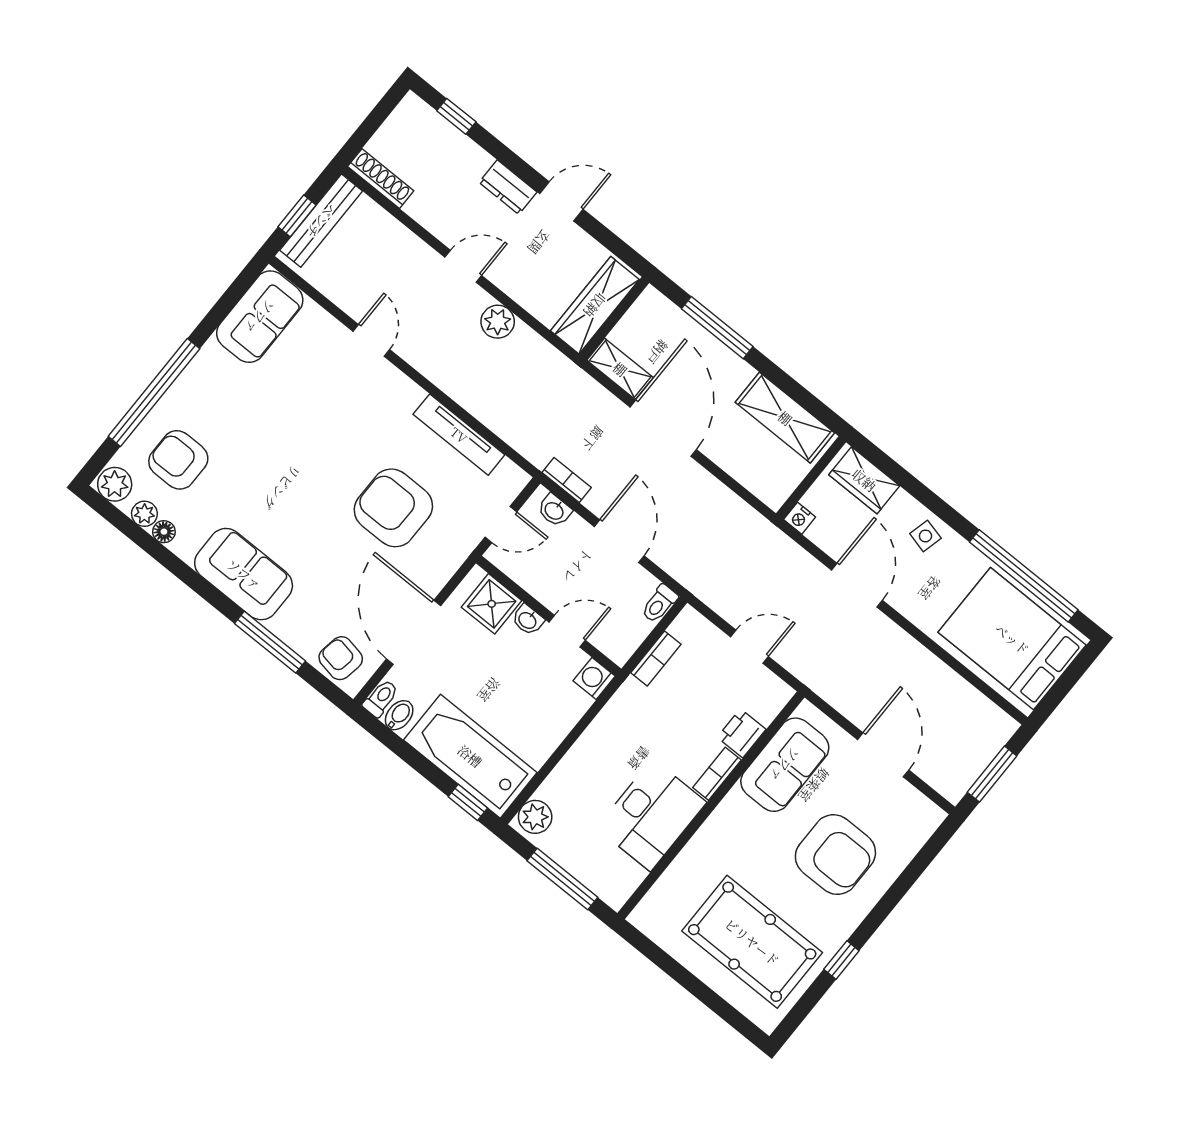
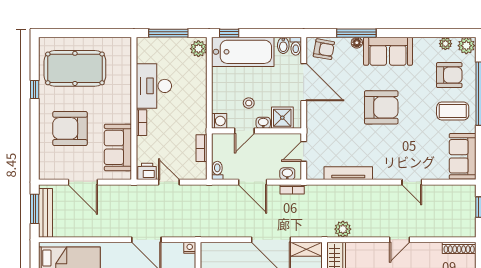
bench: (321, 221) -> (45, 213), moved
plant: (498, 322) -> (343, 229), moved
coffee table: (218, 400) -> (453, 111), added
armchair: (393, 508) -> (381, 107), moved
floor lamp: (164, 532) -> (357, 43), moved
door: (749, 647) -> (169, 182), swing flipped
stool: (525, 669) -> (249, 103), added
printer: (742, 733) -> (147, 171), moved, turned -90

